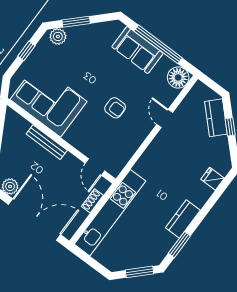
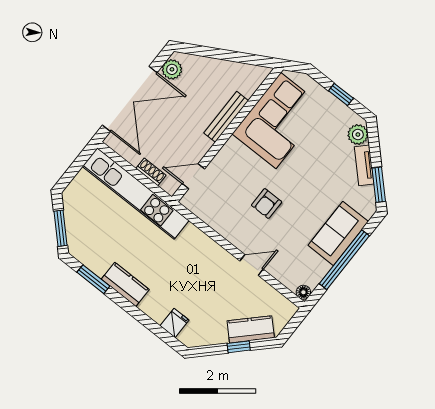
window: (76, 22) -> (379, 185), moved
tv unit: (82, 31) -> (364, 165), added
floor lamp: (178, 77) -> (303, 292), width x0.53, depth x0.53

